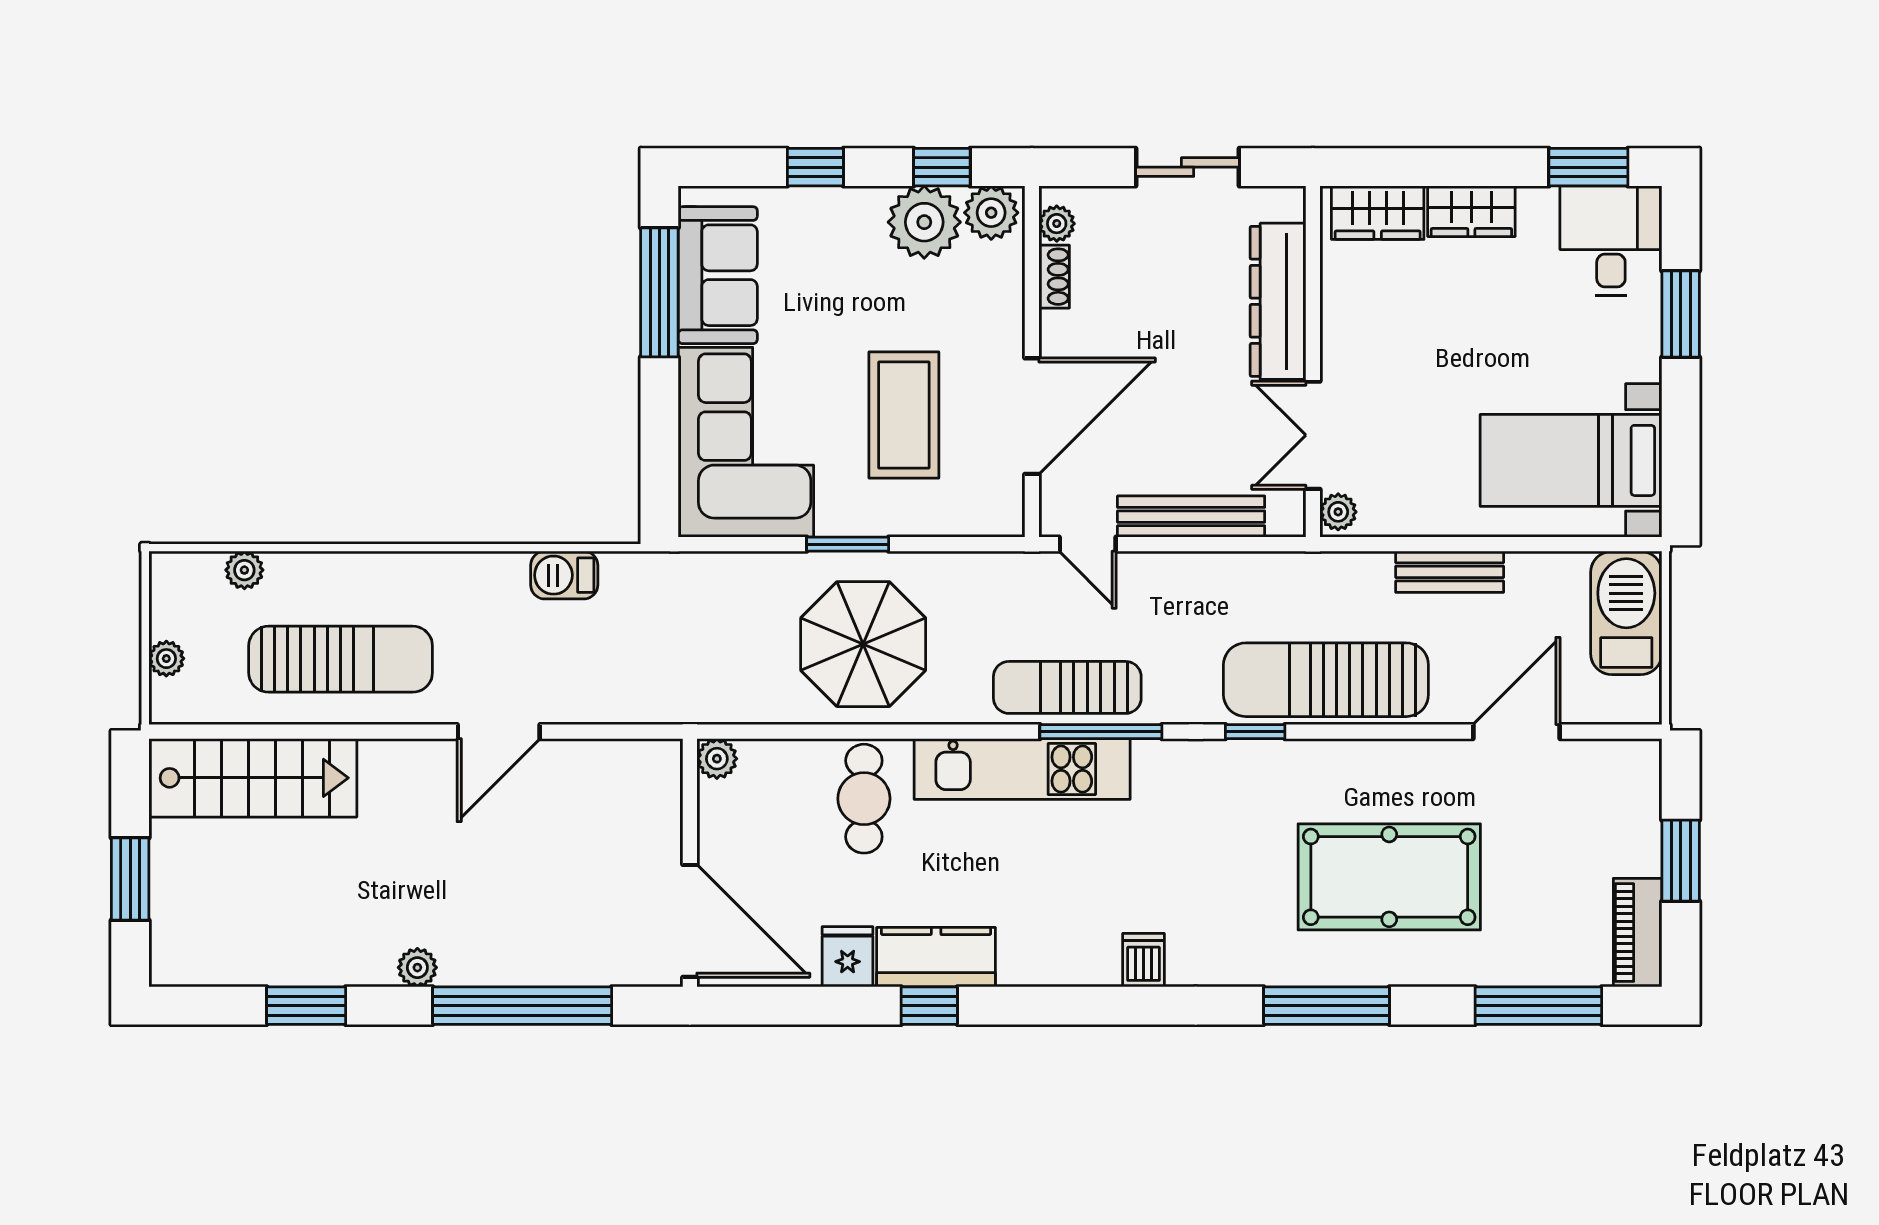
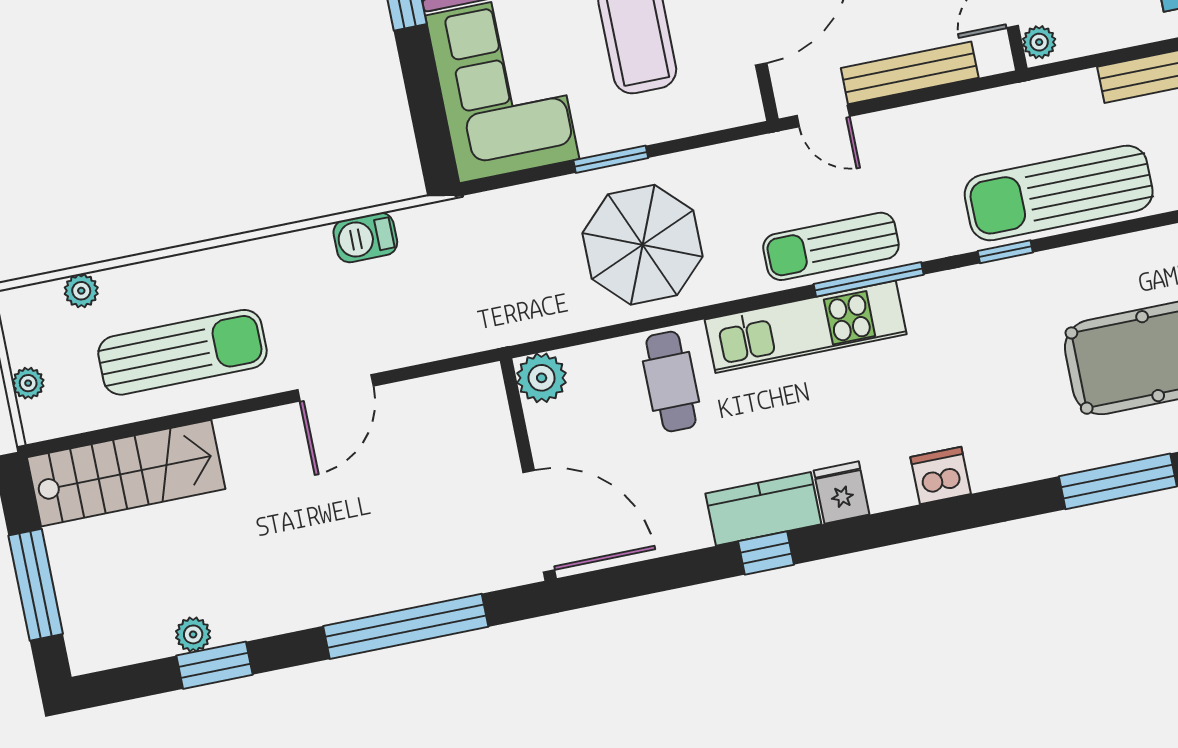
plant: (717, 759) -> (542, 378), width x1.38, depth x1.38
window: (130, 879) -> (36, 585), width x1.44
fridge: (848, 957) -> (842, 493), moved
dishwasher: (1144, 960) -> (941, 475), width x1.38
plant: (417, 968) -> (193, 634), moved

